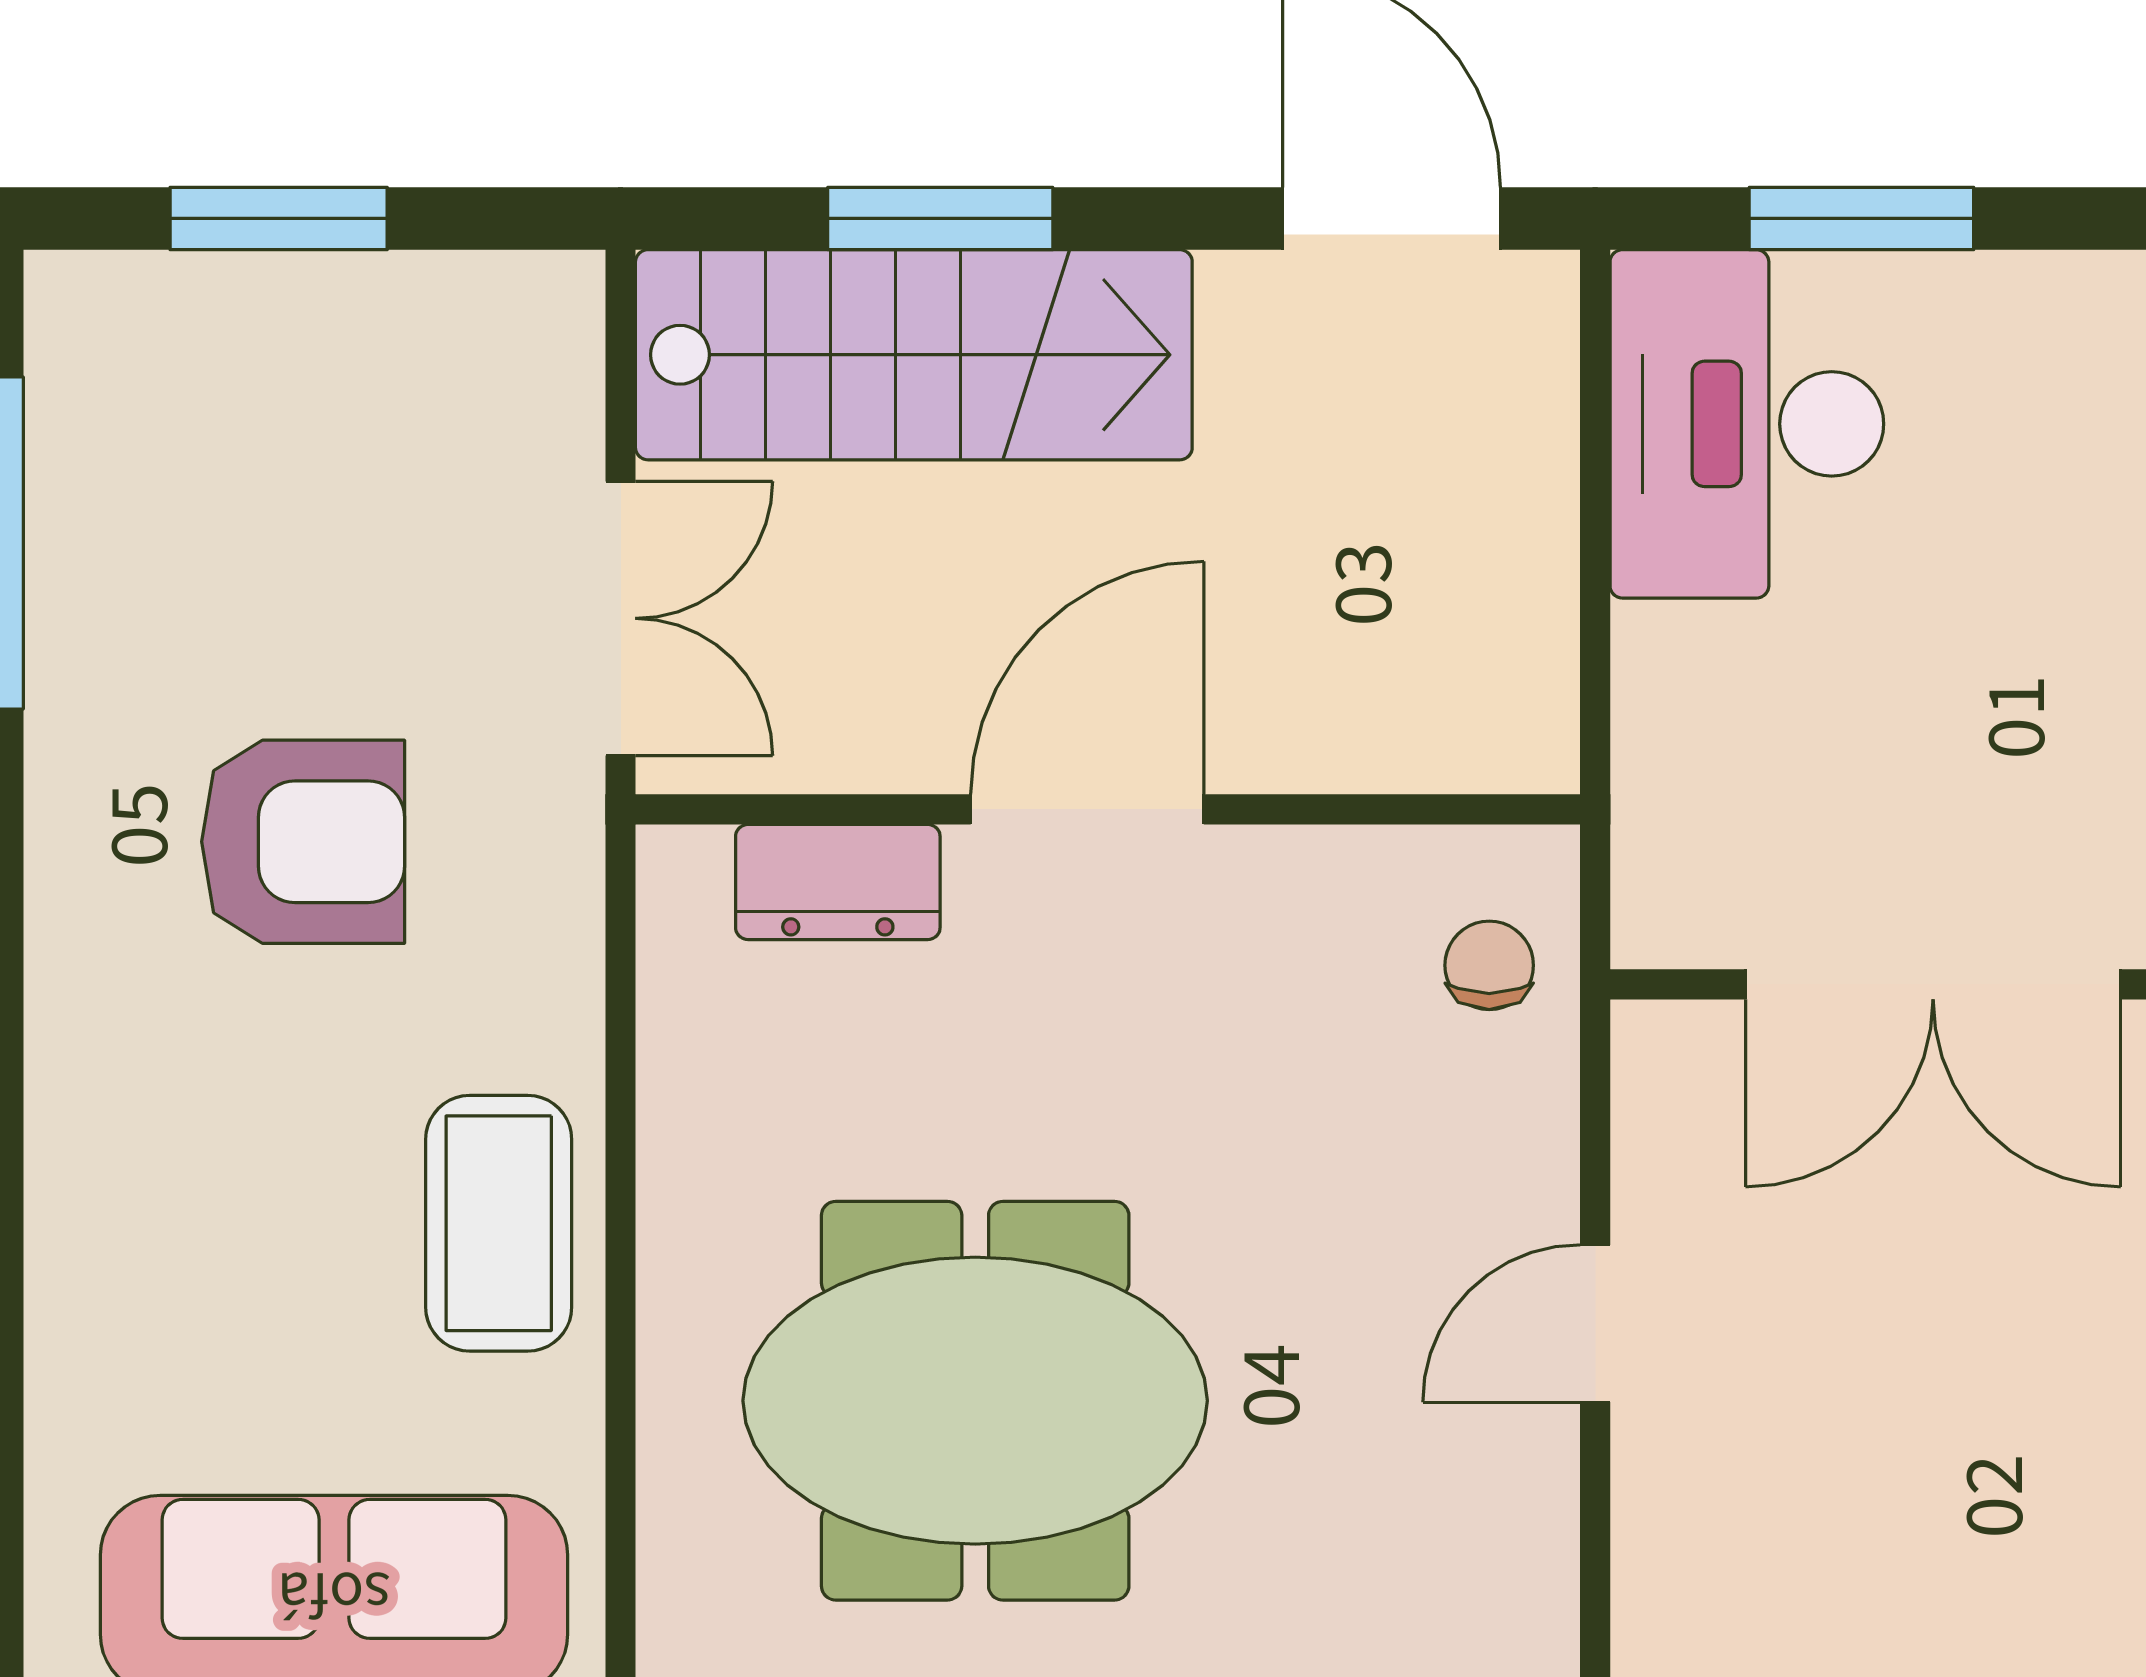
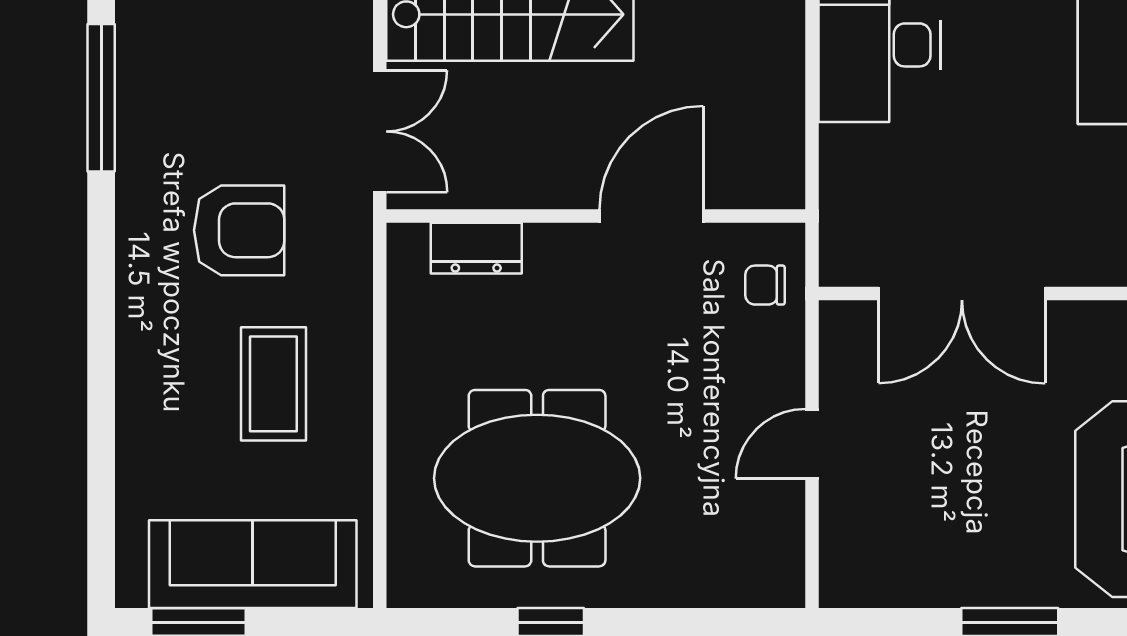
door: (1087, 809) -> (651, 216), moved
chair: (1489, 965) -> (765, 285), turned -90
coffee table: (499, 1223) -> (273, 384), moved

